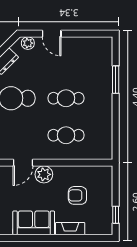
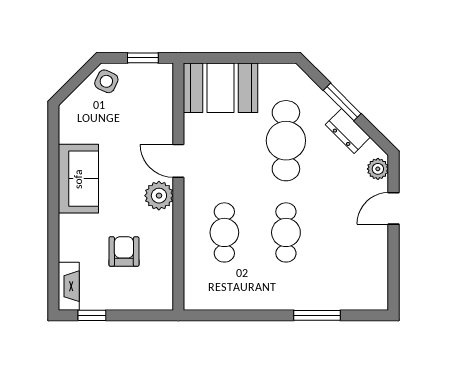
fireplace: (70, 229) -> (69, 286), moved

